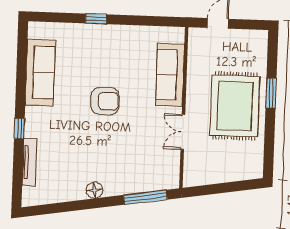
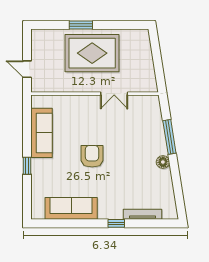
sofa: (170, 75) -> (41, 133), moved, turned -90
window: (145, 197) -> (169, 137), moved

